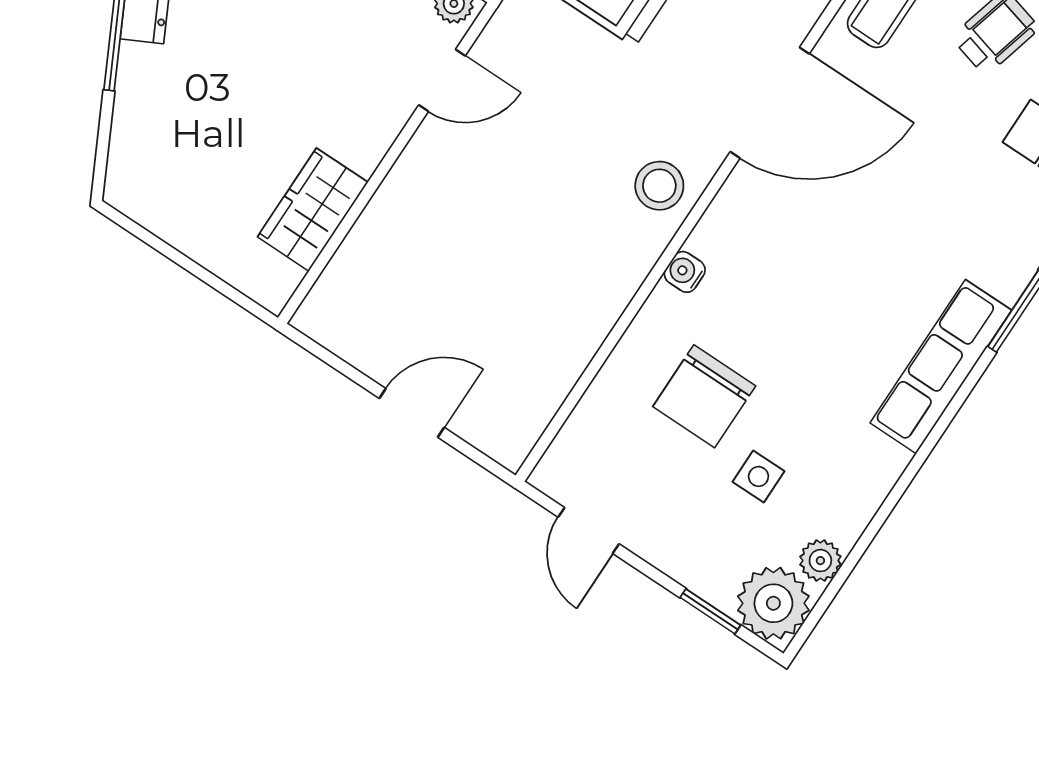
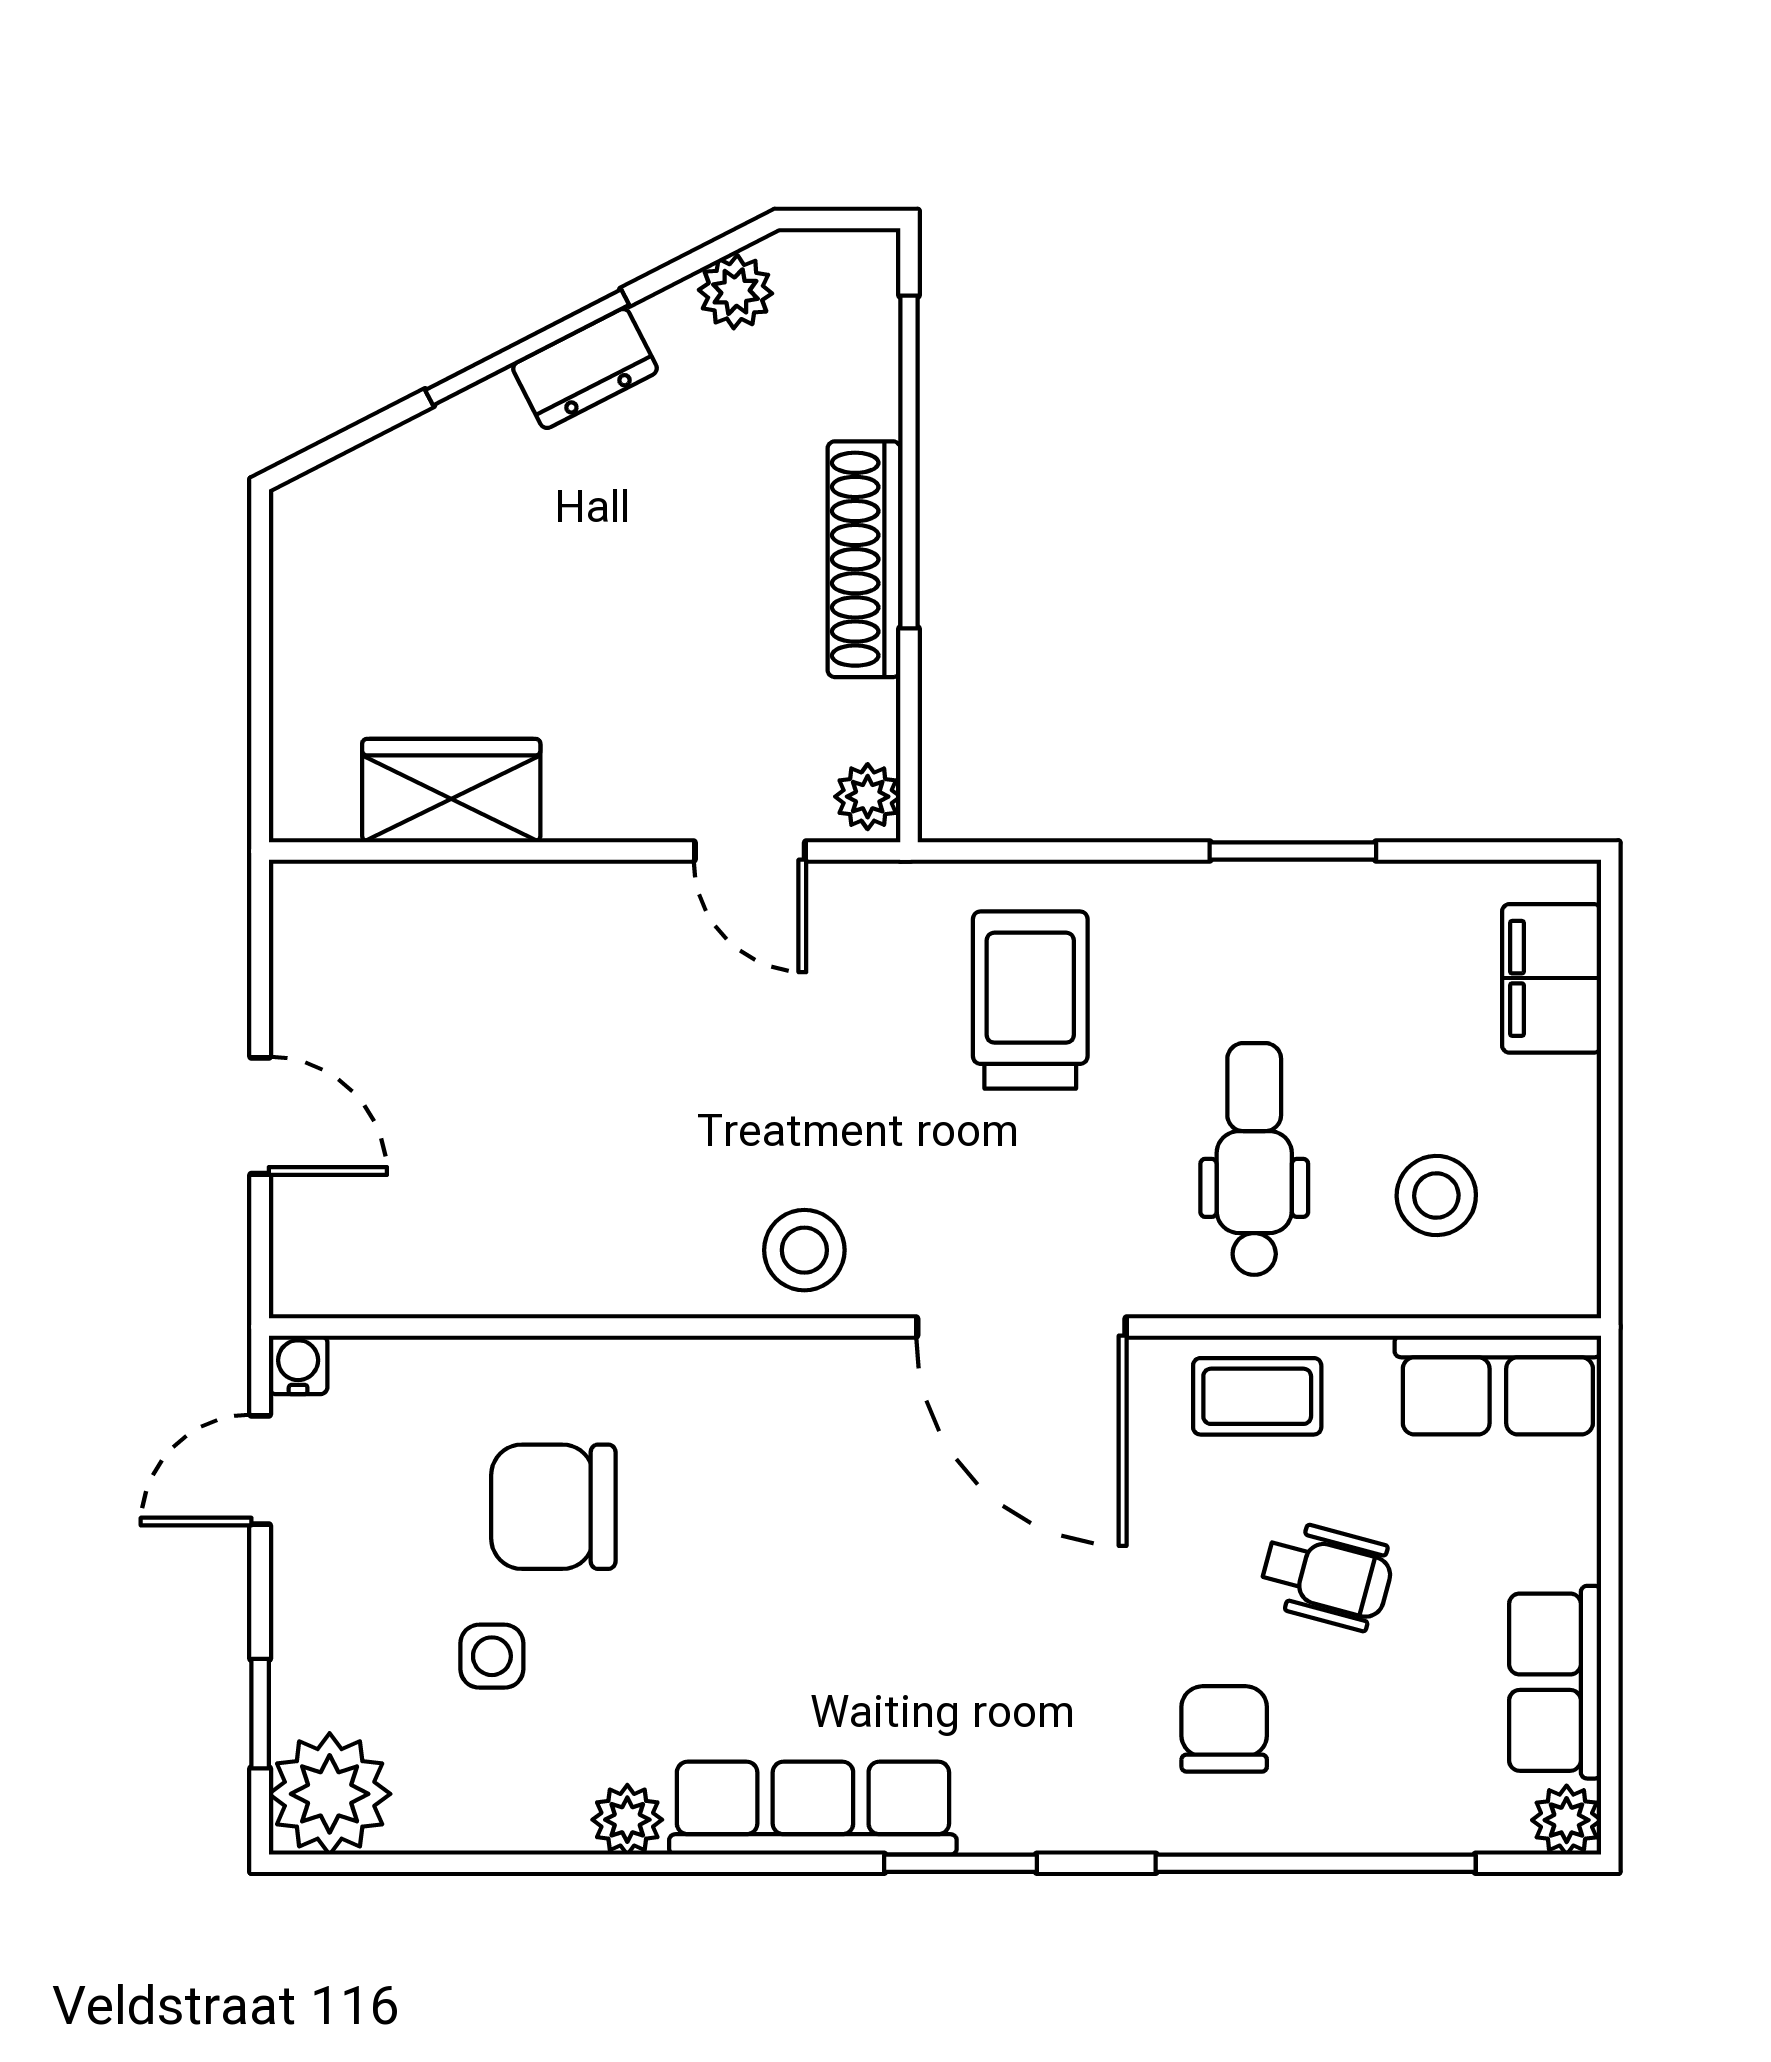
water cooler: (685, 272) -> (298, 1365), moved
plant: (820, 561) -> (627, 1820), moved

